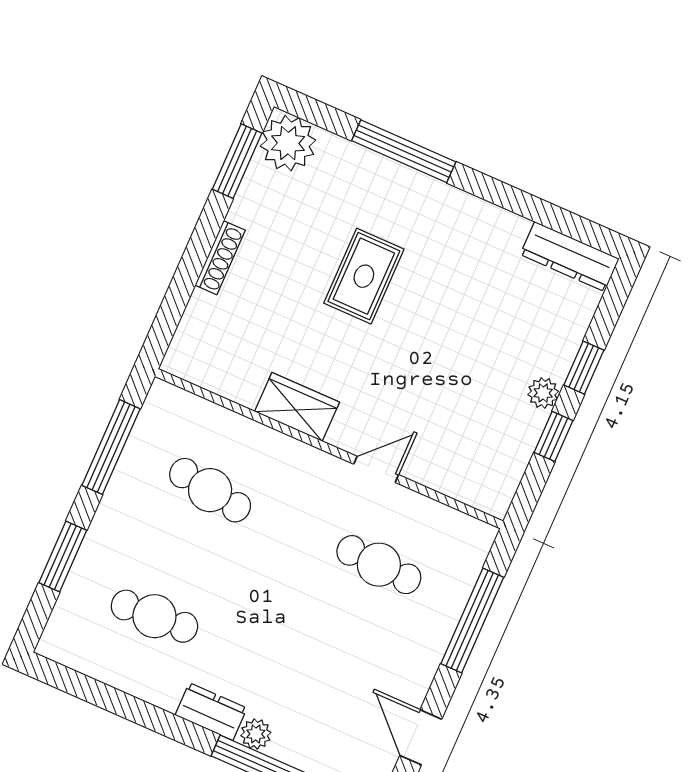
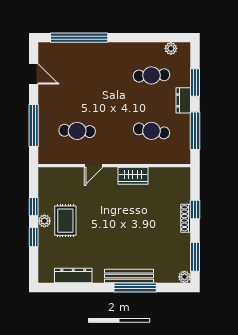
plant: (288, 143) -> (184, 277), width x0.53, depth x0.53
bench: (406, 183) -> (129, 276), added
dresser: (570, 257) -> (73, 276), moved
window: (190, 268) -> (195, 210), added
rug: (364, 276) -> (65, 221), moved
dresser: (211, 712) -> (183, 100), moved, turned 90
plant: (256, 734) -> (171, 48), moved

